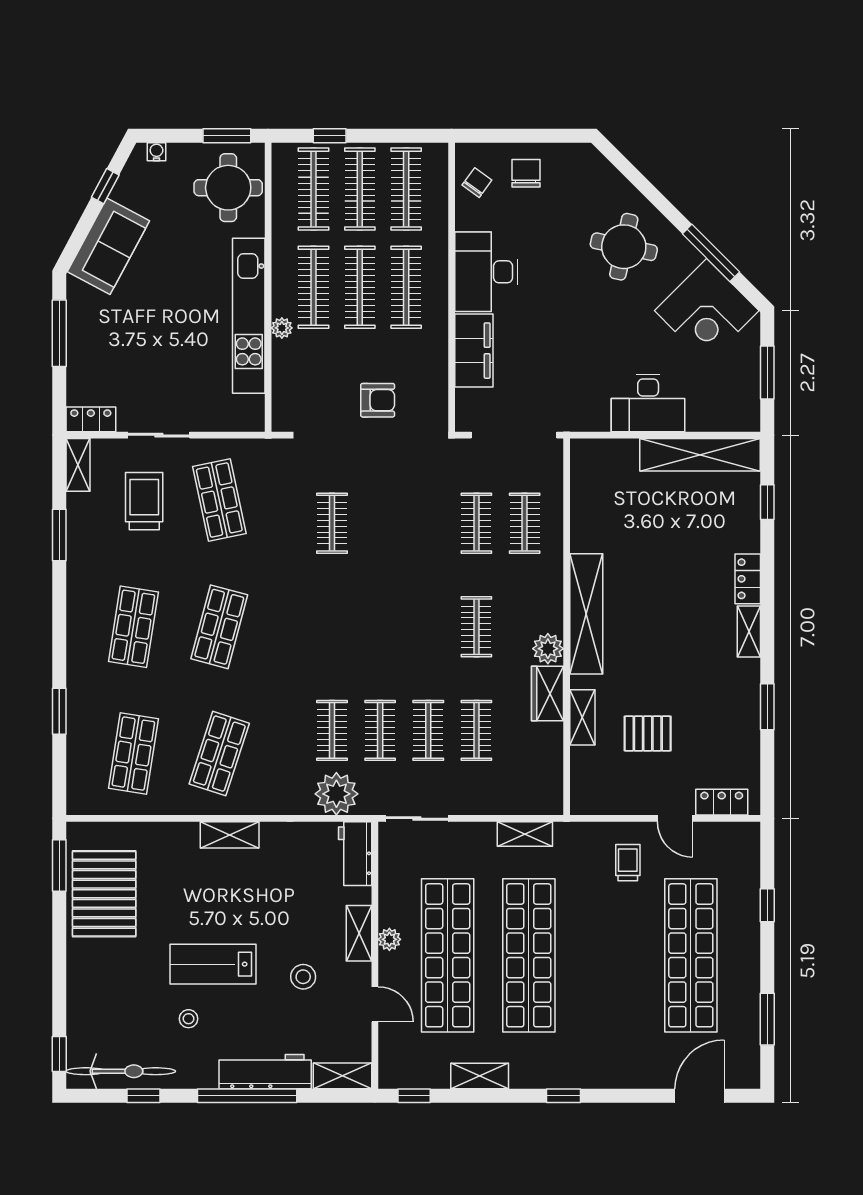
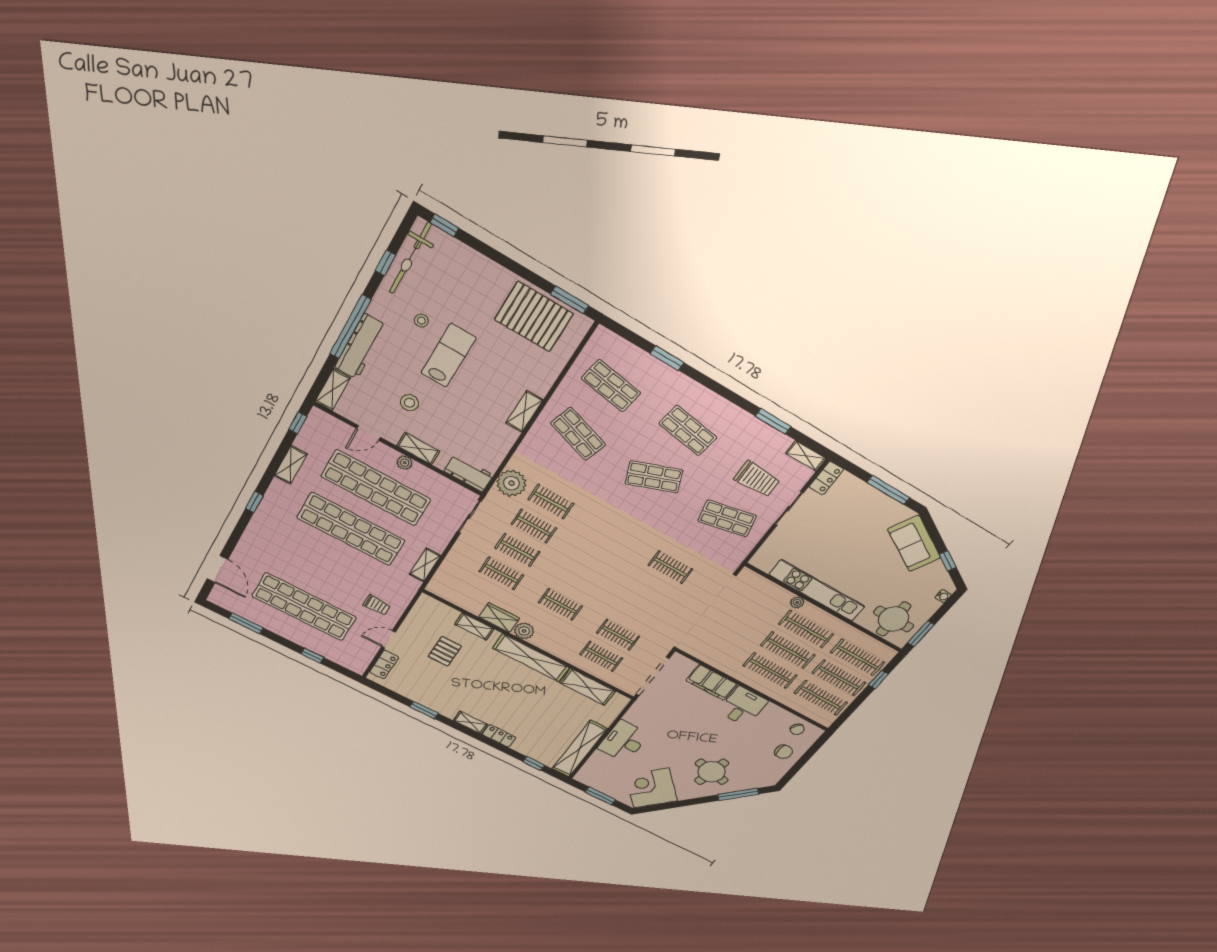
window: (711, 253) -> (738, 794), moved
desk: (486, 272) -> (743, 706), width x0.73
armchair: (378, 400) -> (721, 625), removed
shelving: (586, 510) -> (588, 687), added
shop shelf: (219, 627) -> (654, 477), turned -36

